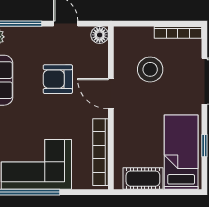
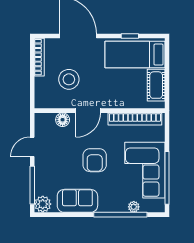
floor lamp: (100, 35) -> (63, 120), moved
armchair: (58, 79) -> (95, 160), moved

